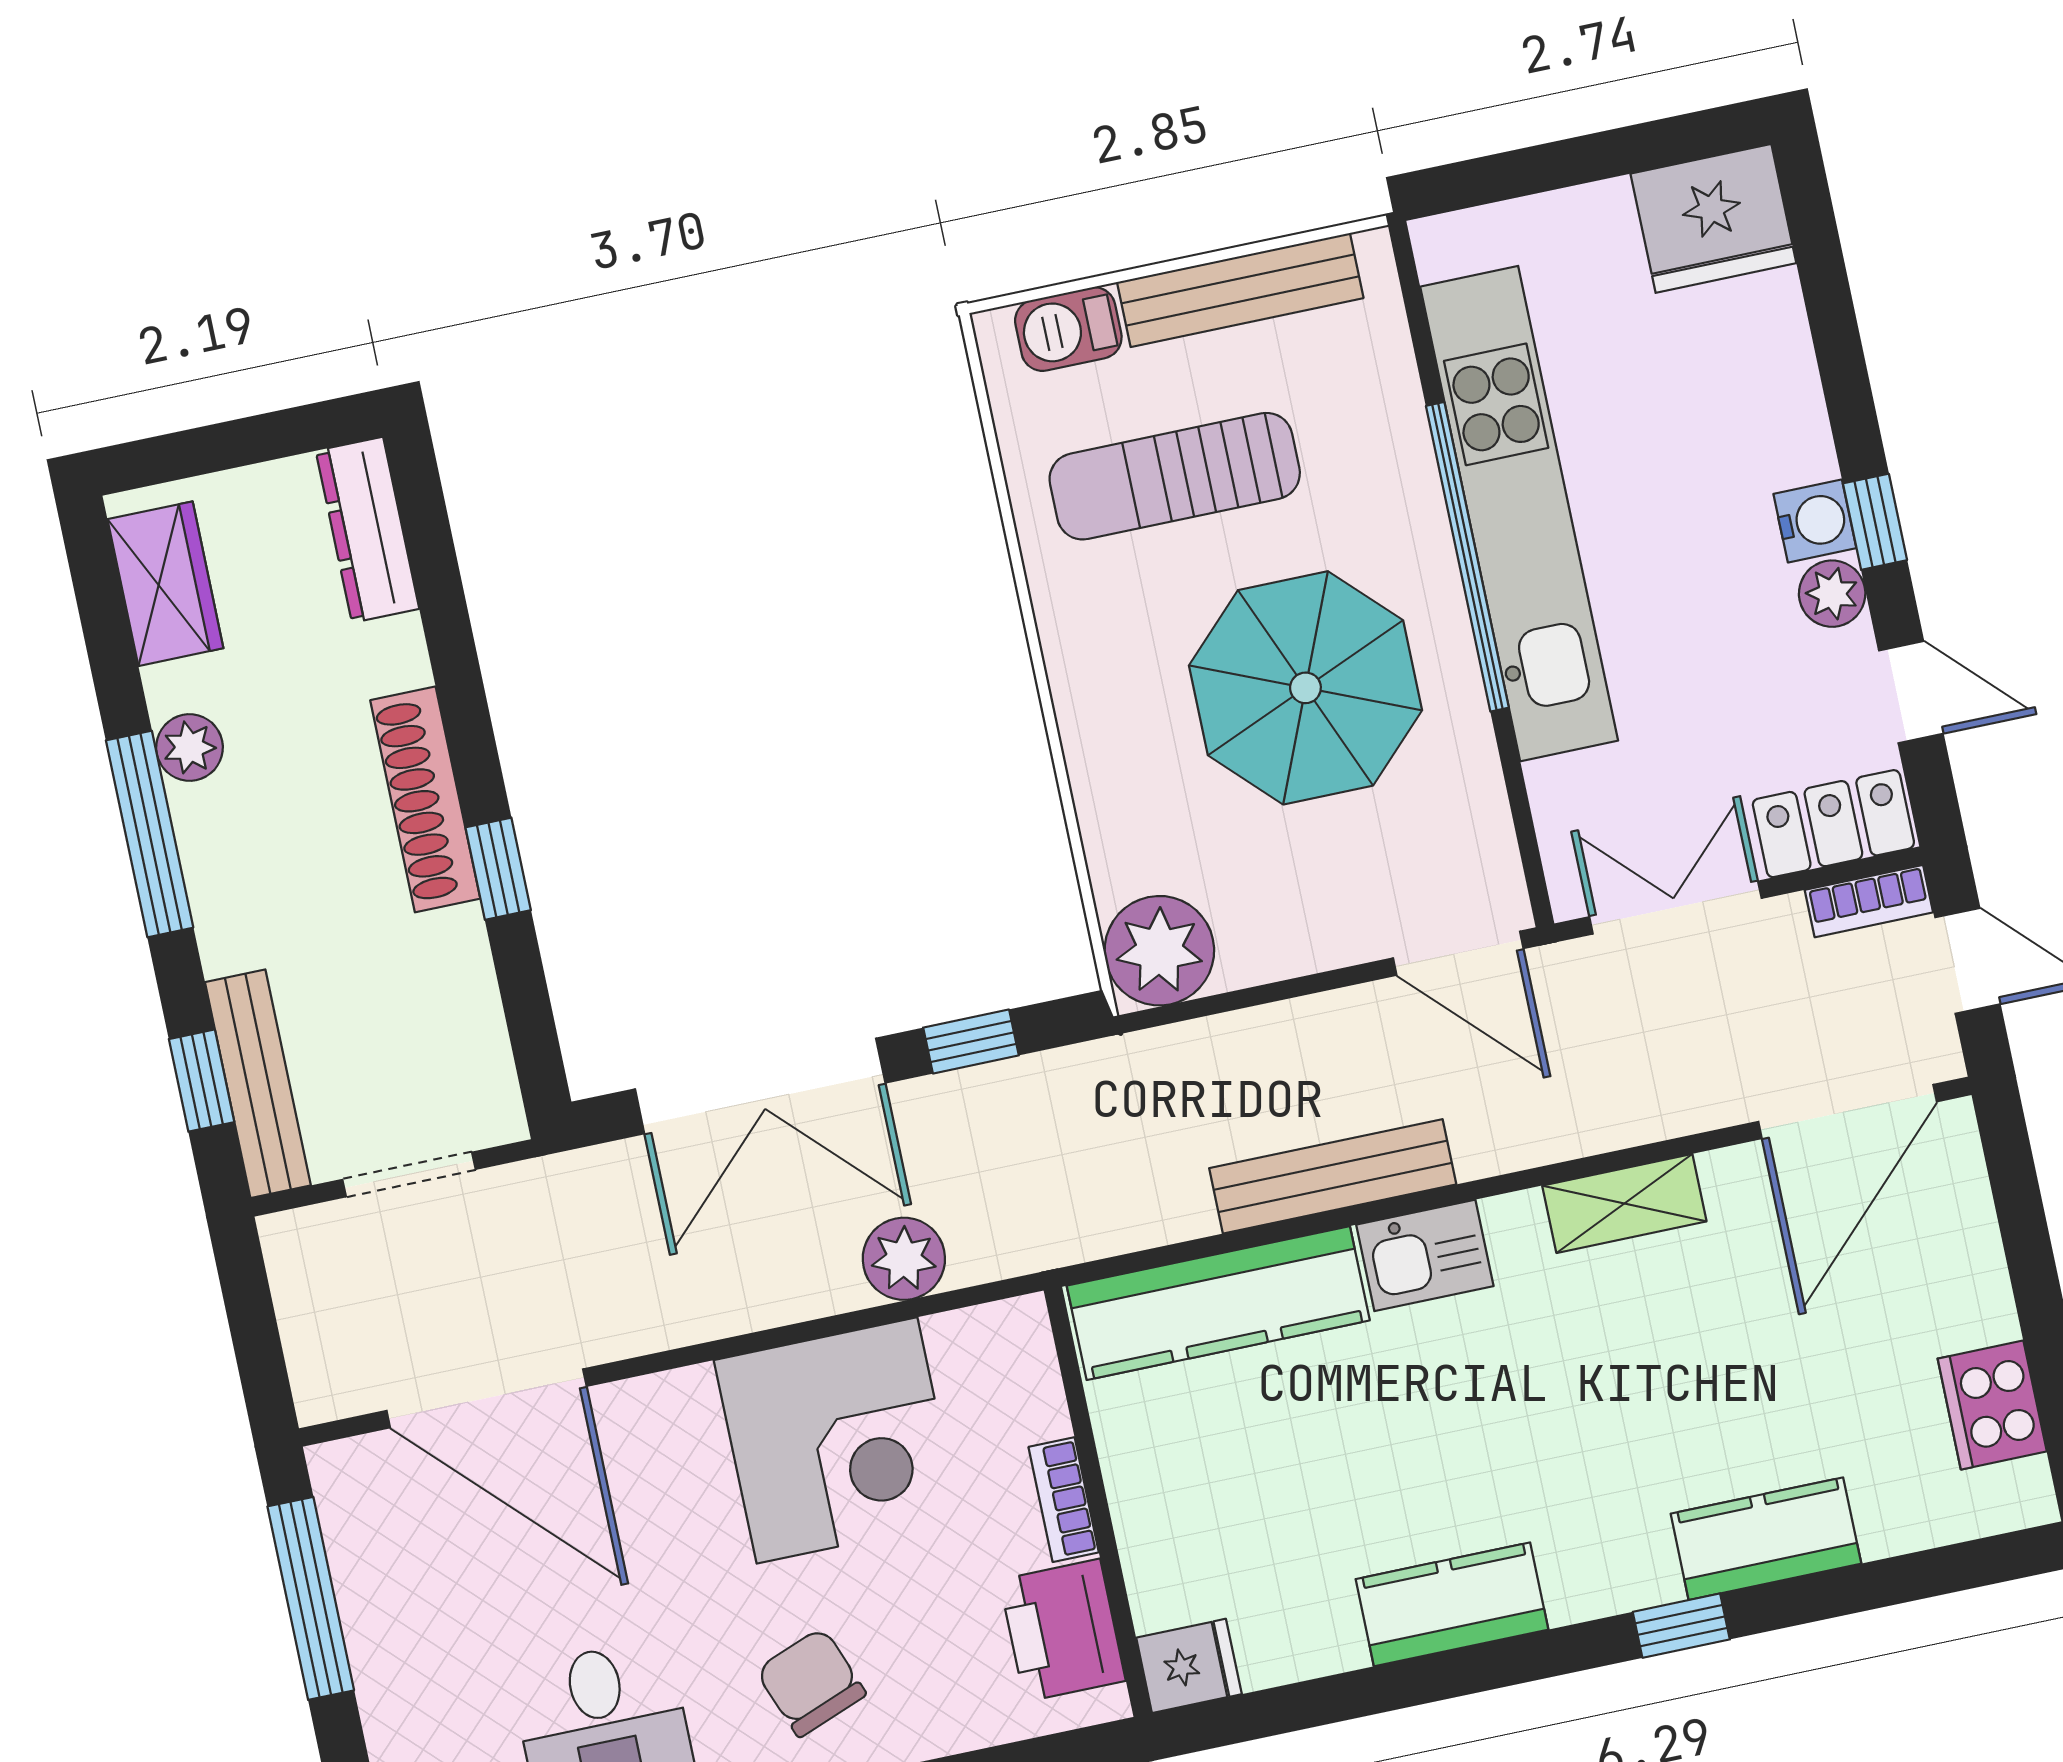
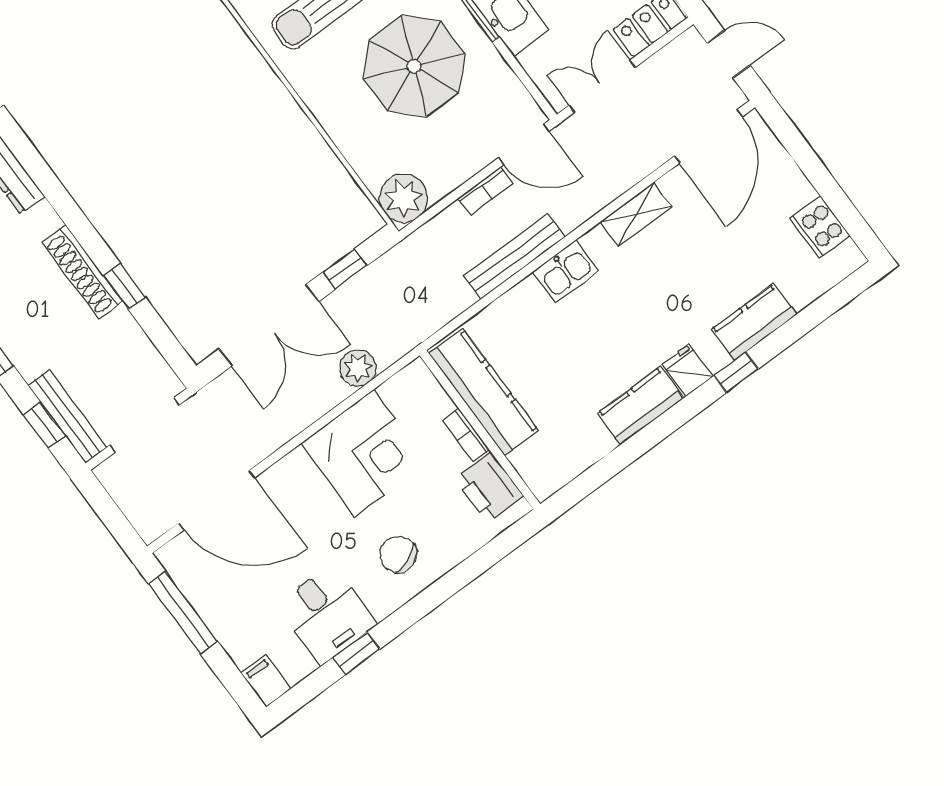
bookcase: (1869, 901) -> (485, 191), moved
doorway: (409, 1174) -> (145, 425), width x1.38
kitchen counter: (1218, 1303) -> (483, 392), moved, turned -90
fridge: (1189, 1666) -> (687, 370), moved, turned -90

